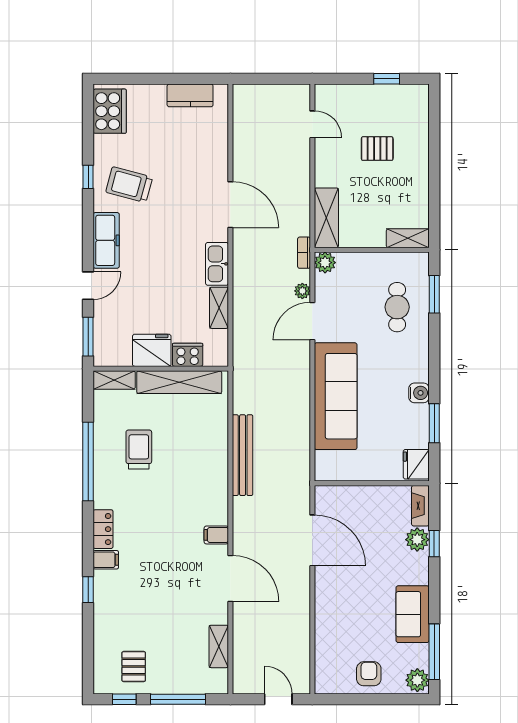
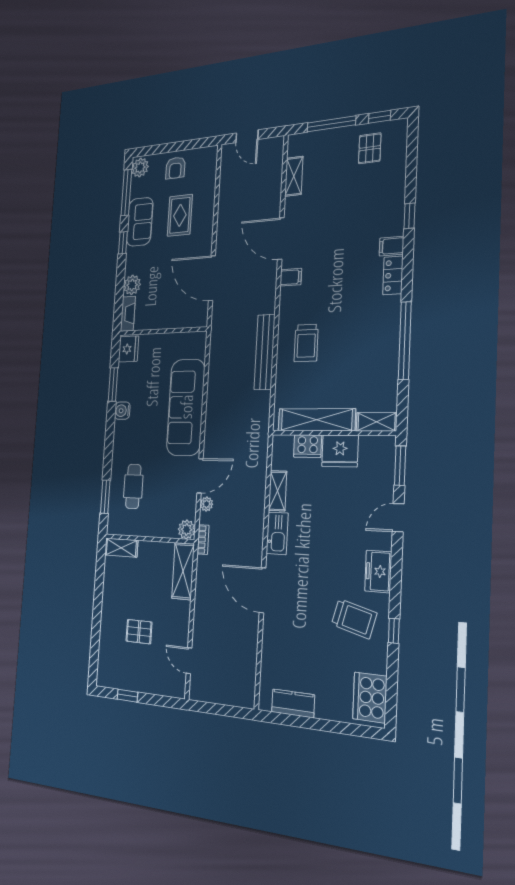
freezer: (106, 240) -> (378, 571), width x0.71
trolley: (139, 450) -> (306, 343), moved
window: (434, 544) -> (123, 243), moved
rug: (359, 617) -> (180, 215), added

